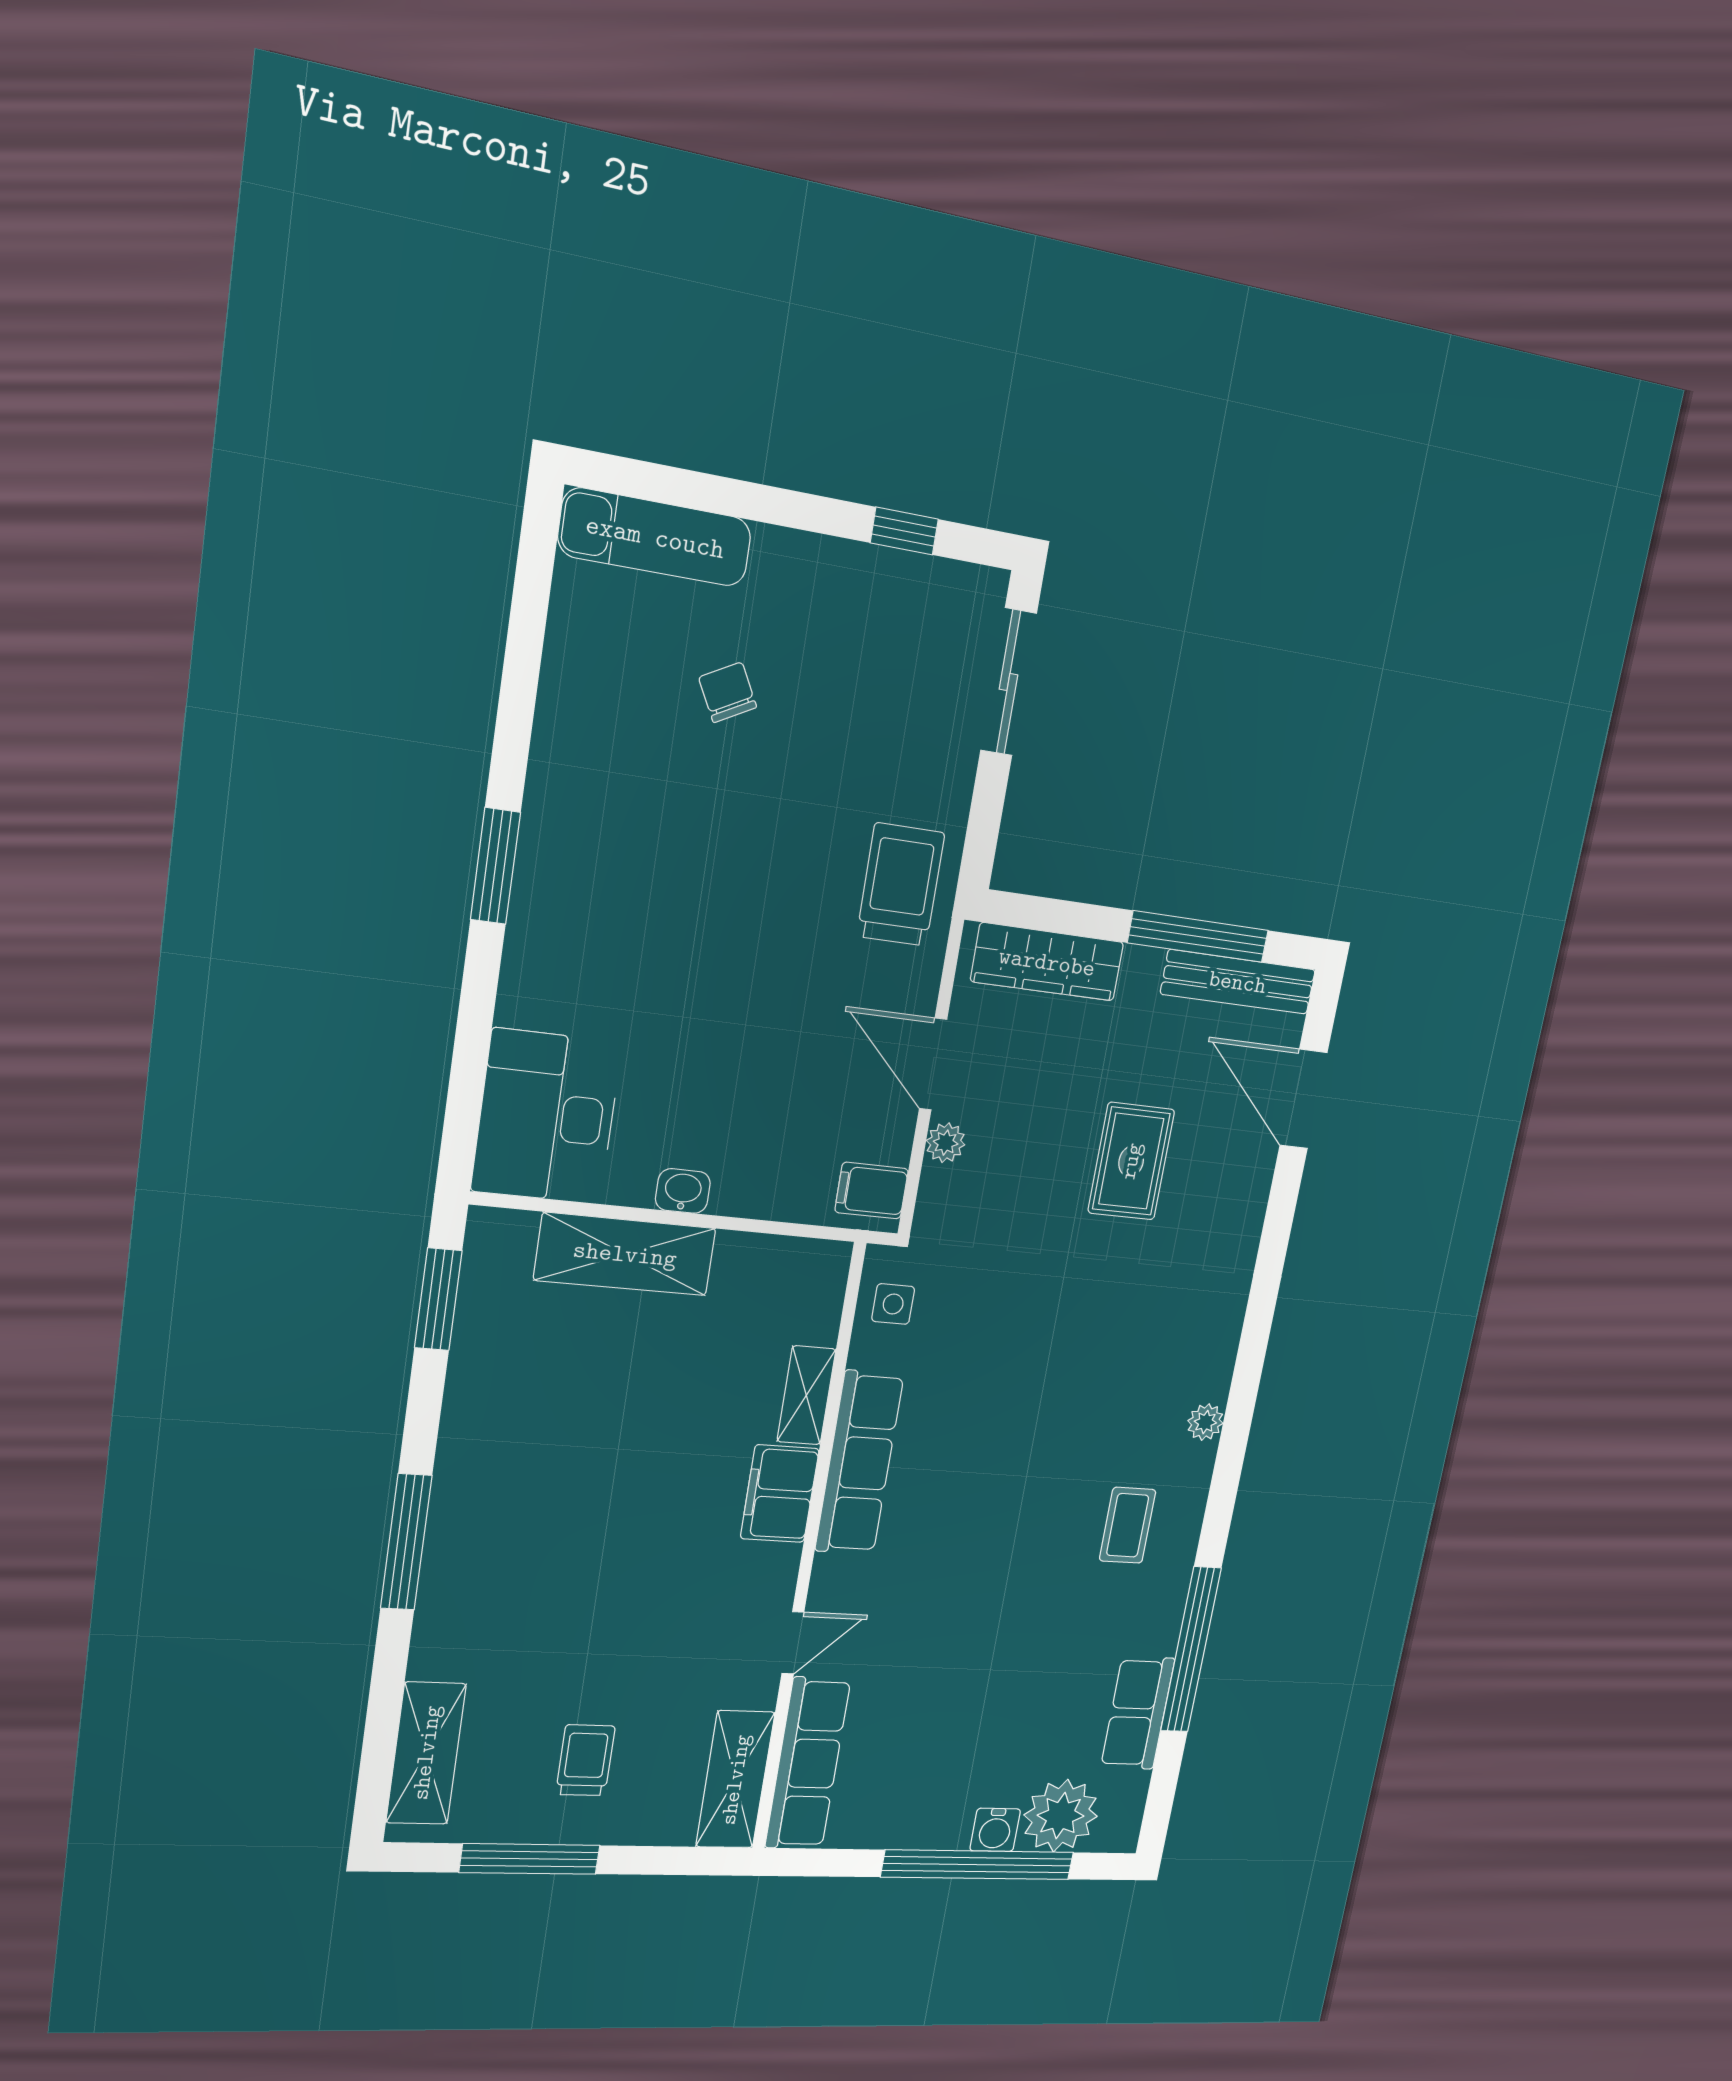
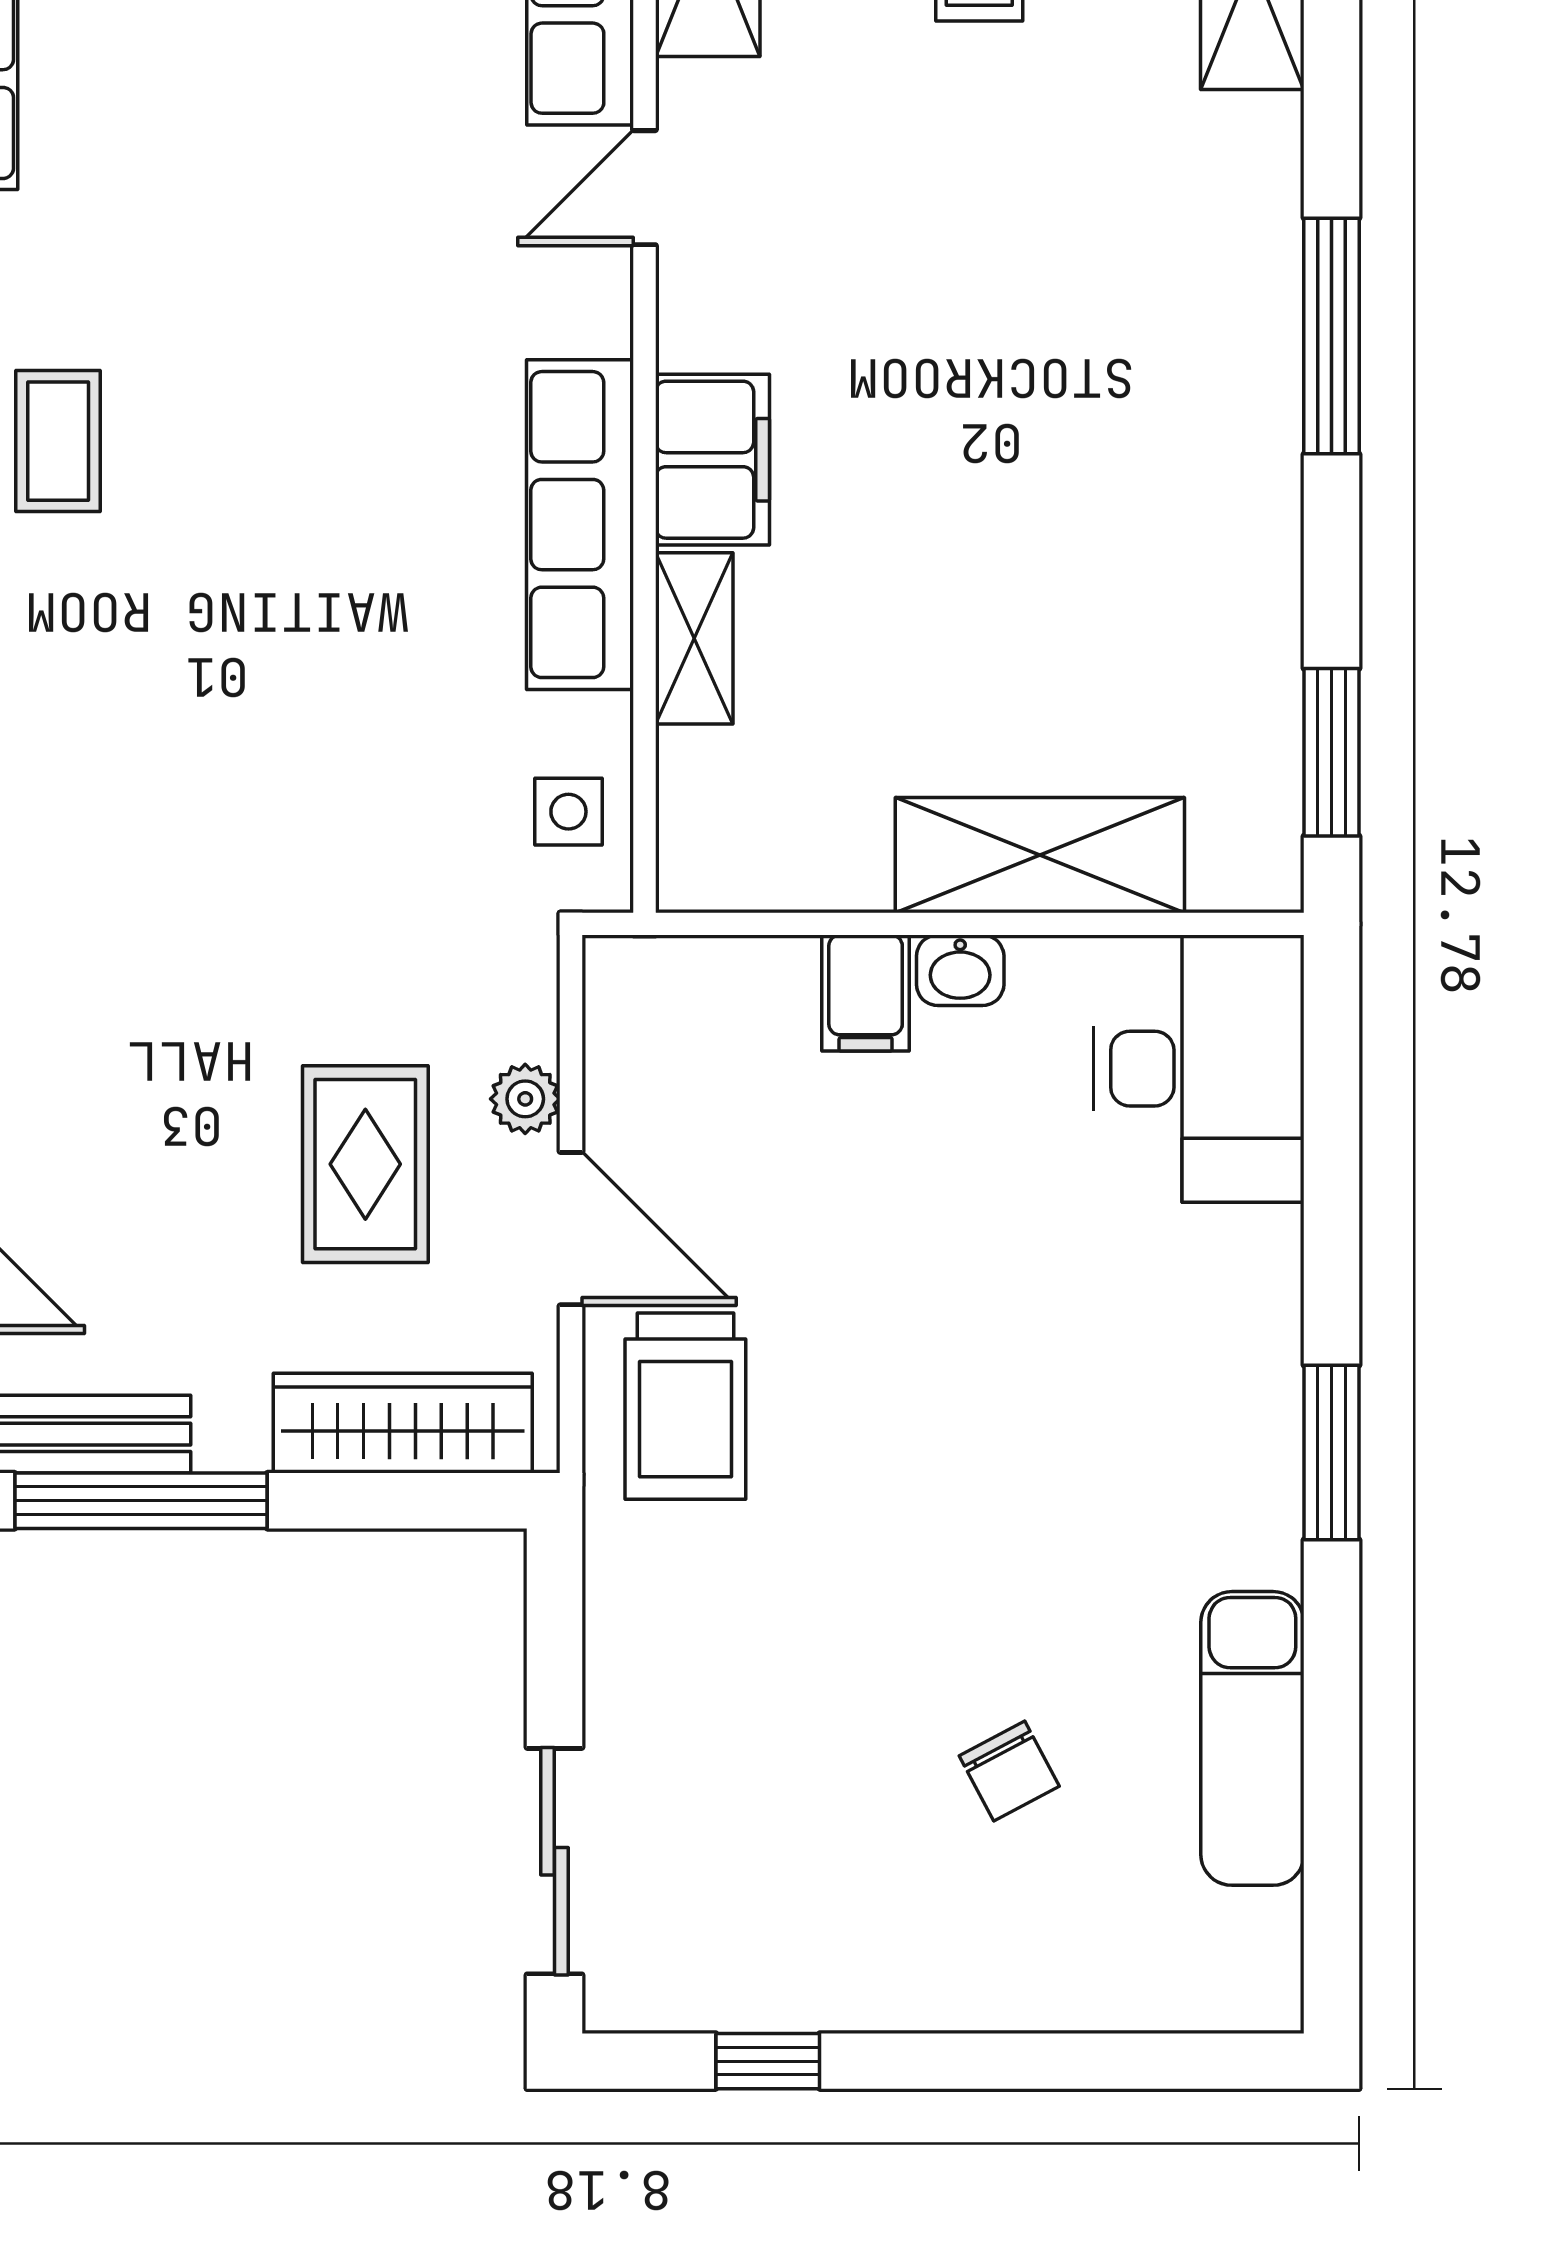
exam couch: (655, 537) -> (1252, 1738), moved, turned -90
trolley: (901, 885) -> (685, 1406), moved
rug: (1131, 1161) -> (365, 1164), moved
filing cabinet: (872, 1191) -> (866, 993), moved, turned 90

